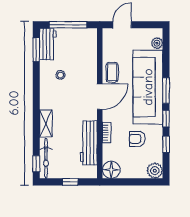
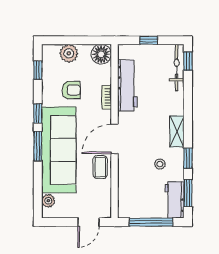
window: (36, 80) -> (188, 158), added
shelving: (46, 123) -> (177, 132), moved
window: (166, 144) -> (38, 70), moved
plant: (155, 171) -> (69, 53), moved

